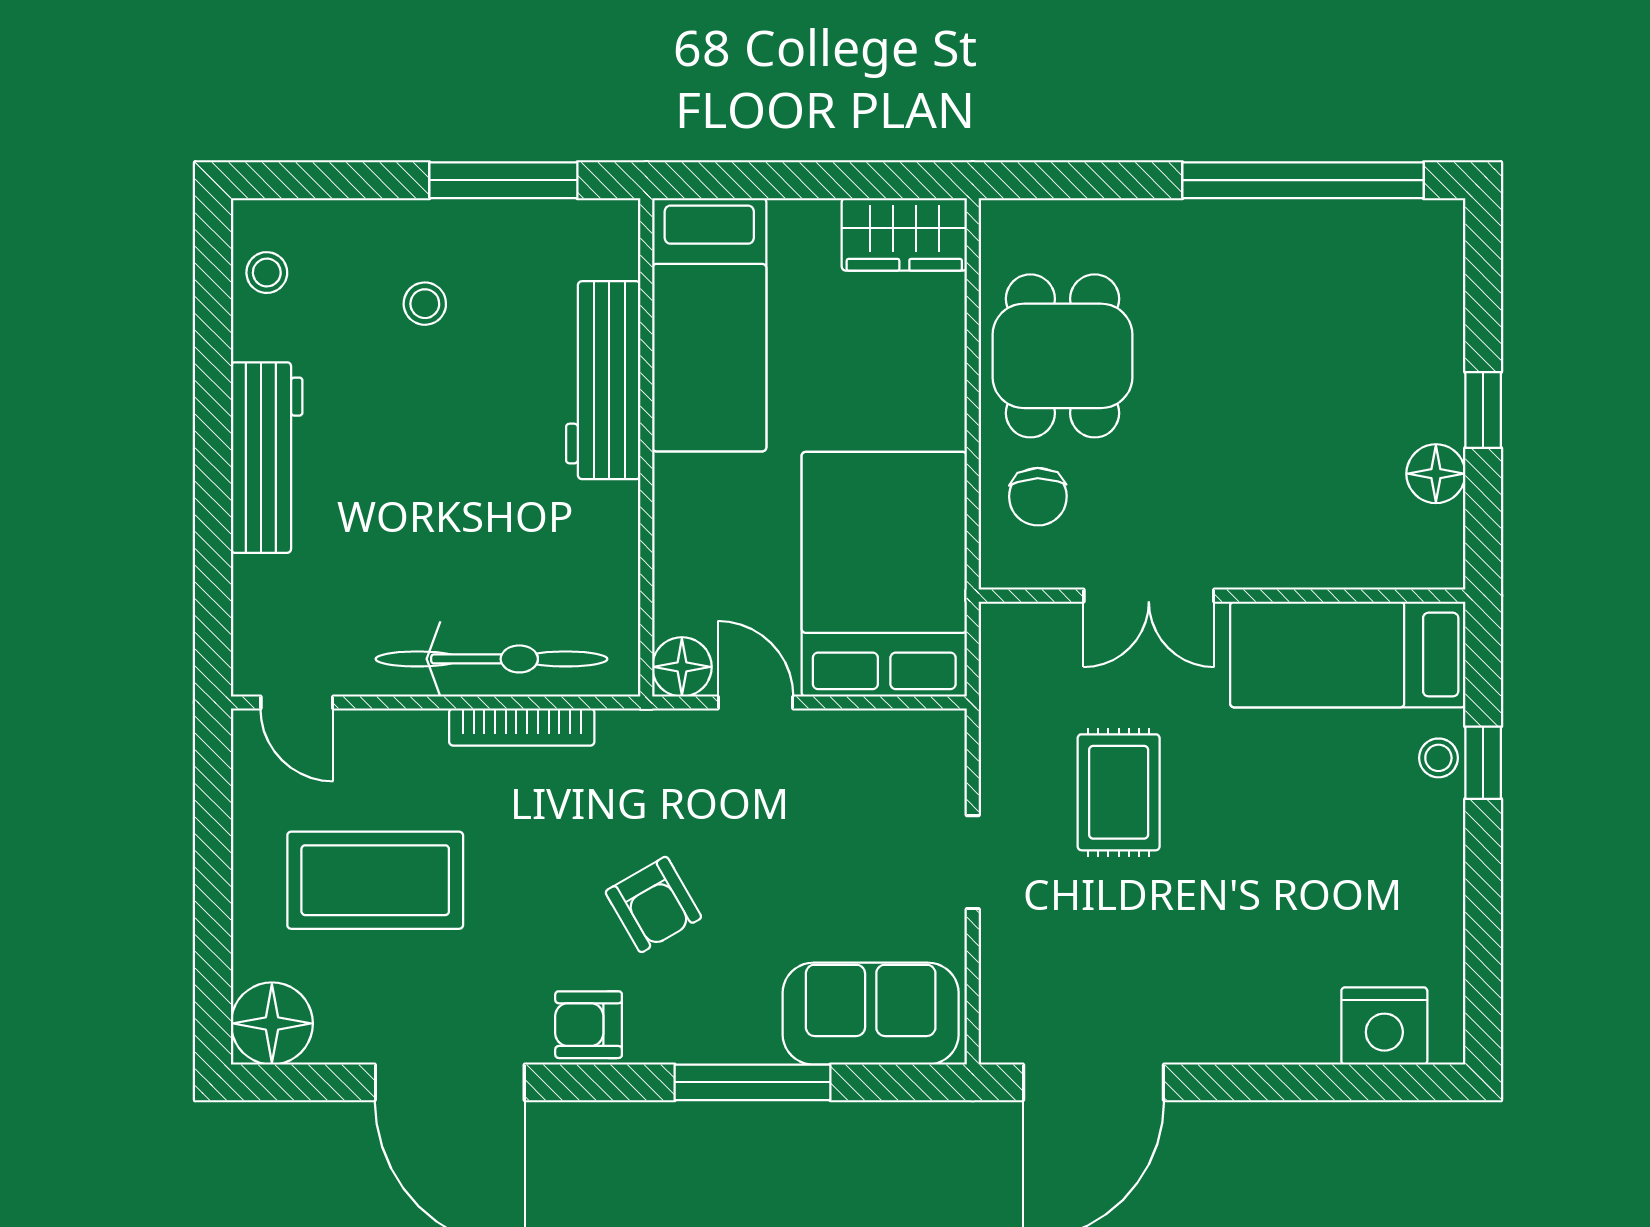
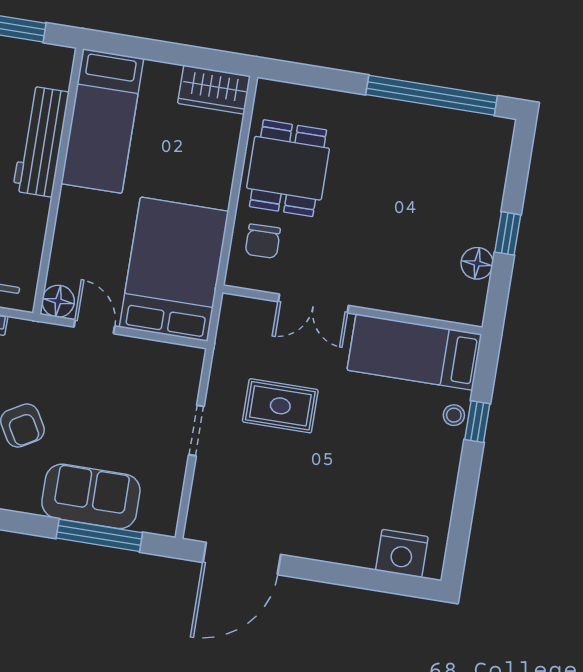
rug: (1119, 792) -> (280, 406), turned 90
sofa: (871, 1014) -> (91, 496), moved
window: (752, 1082) -> (99, 535), moved

